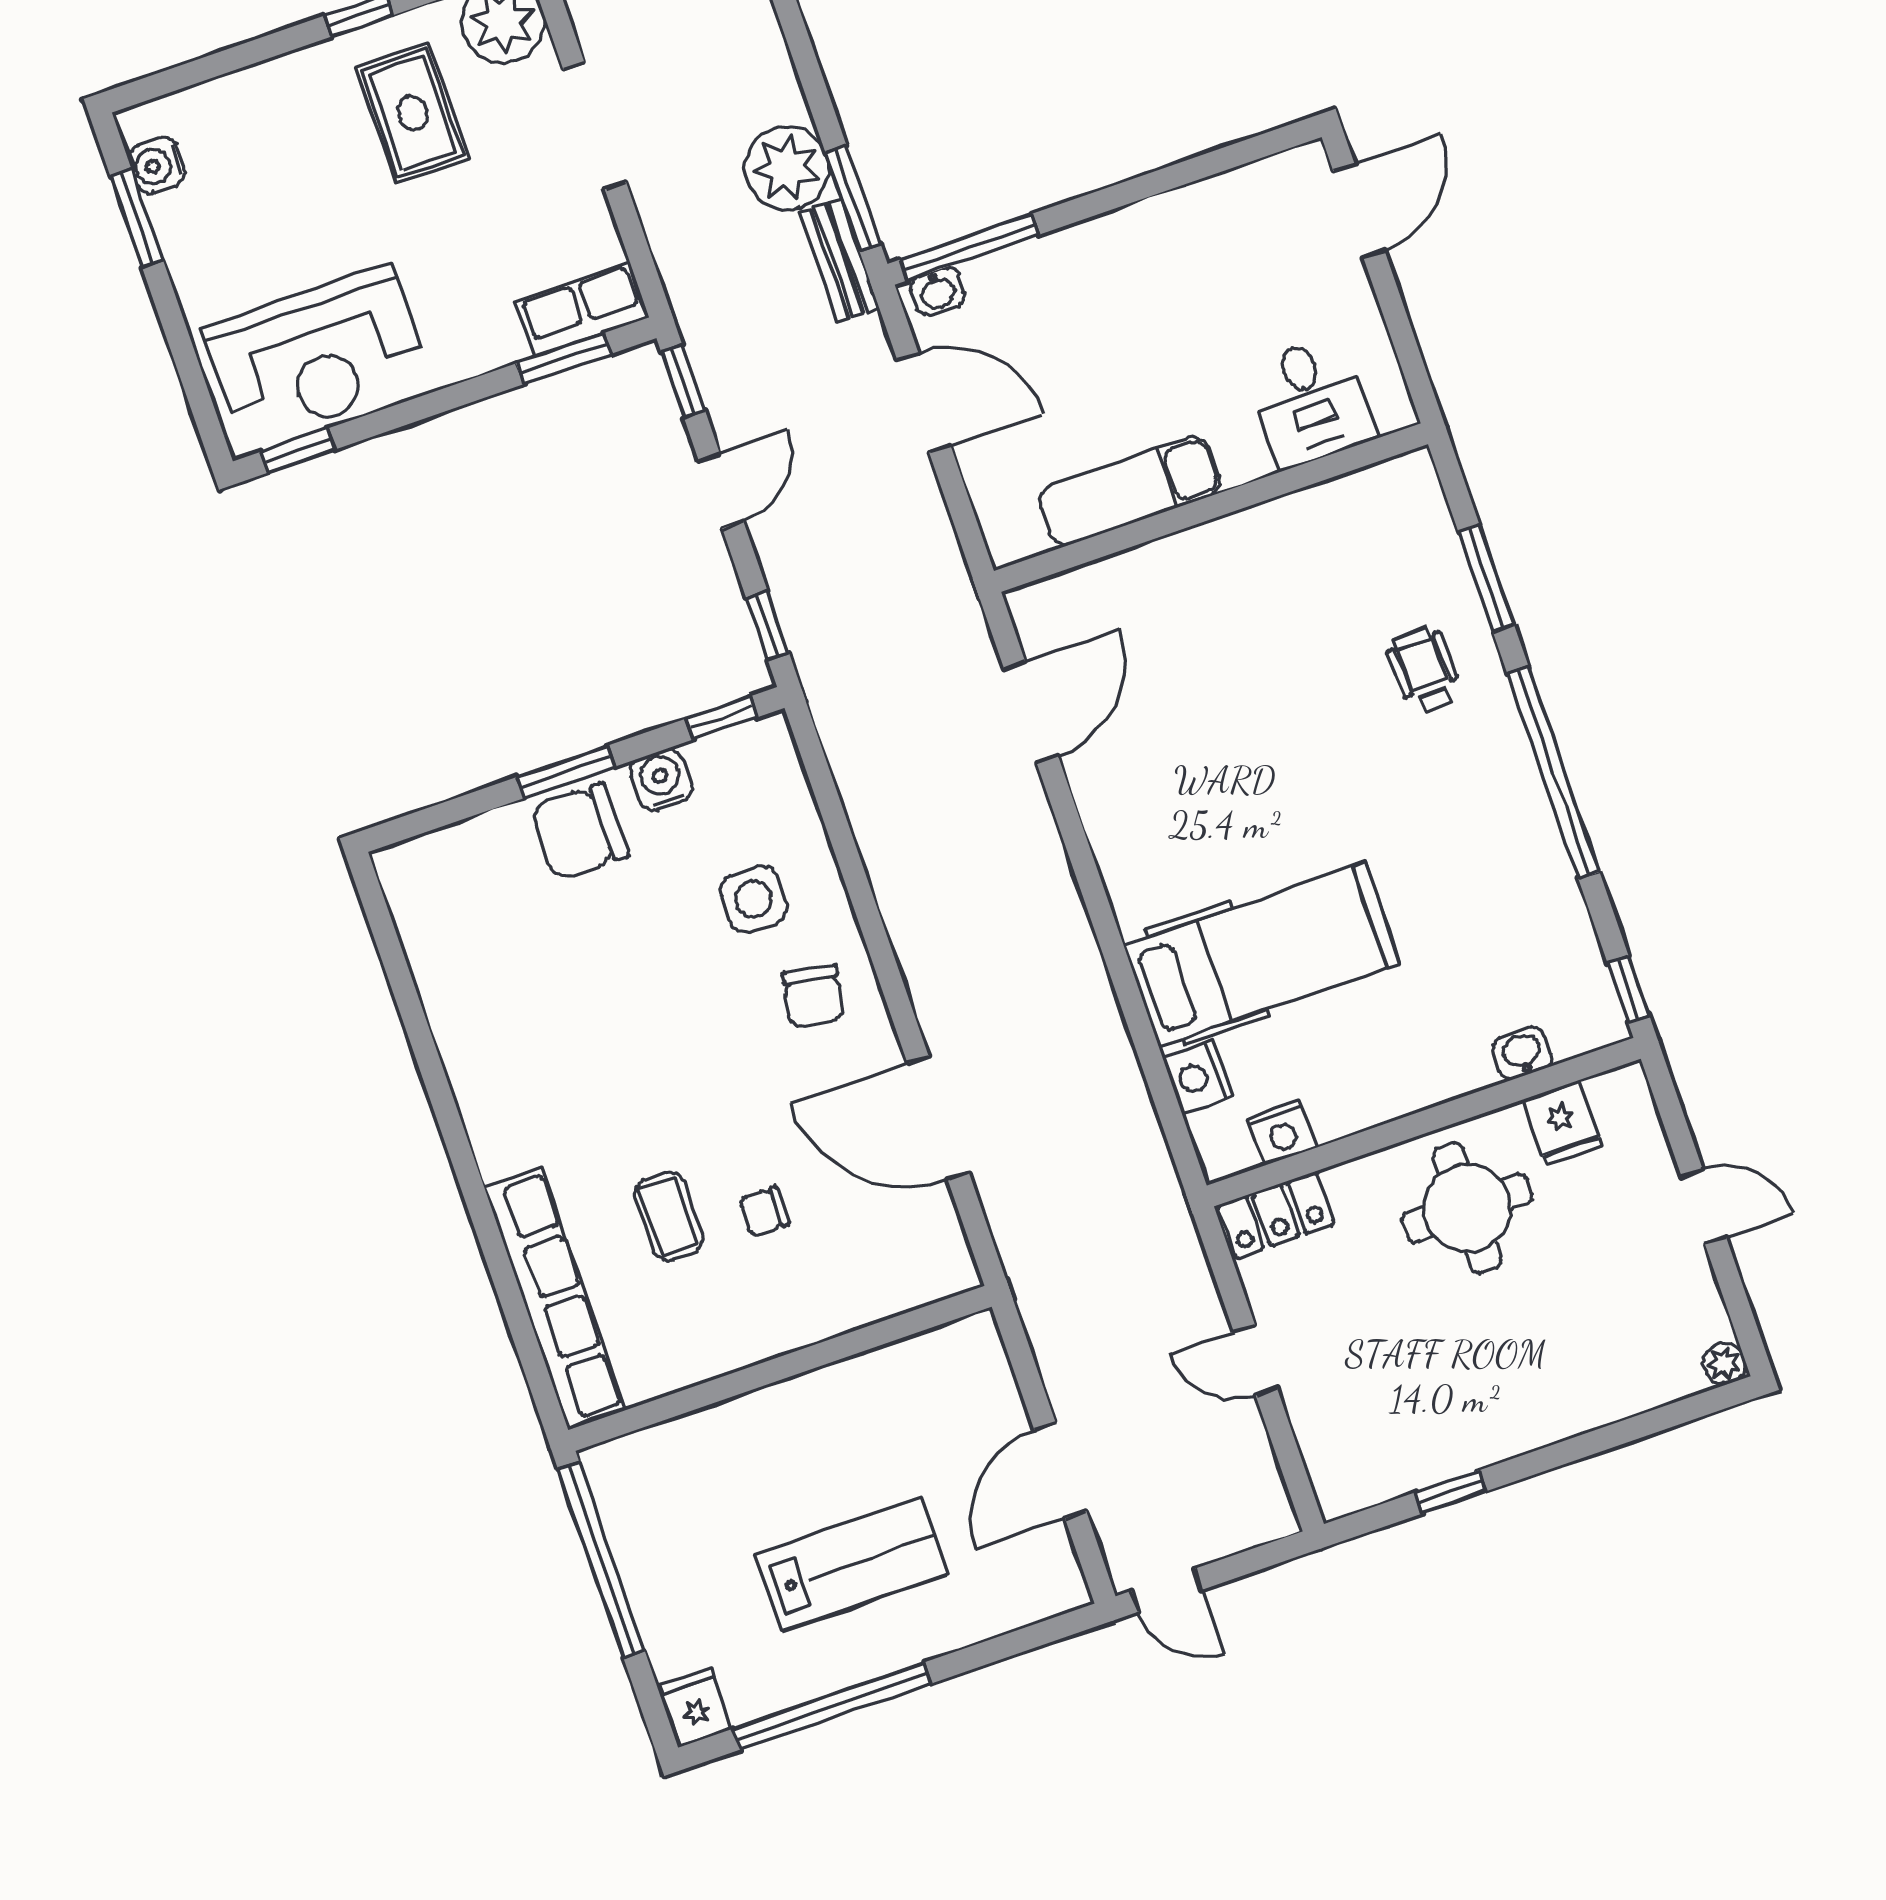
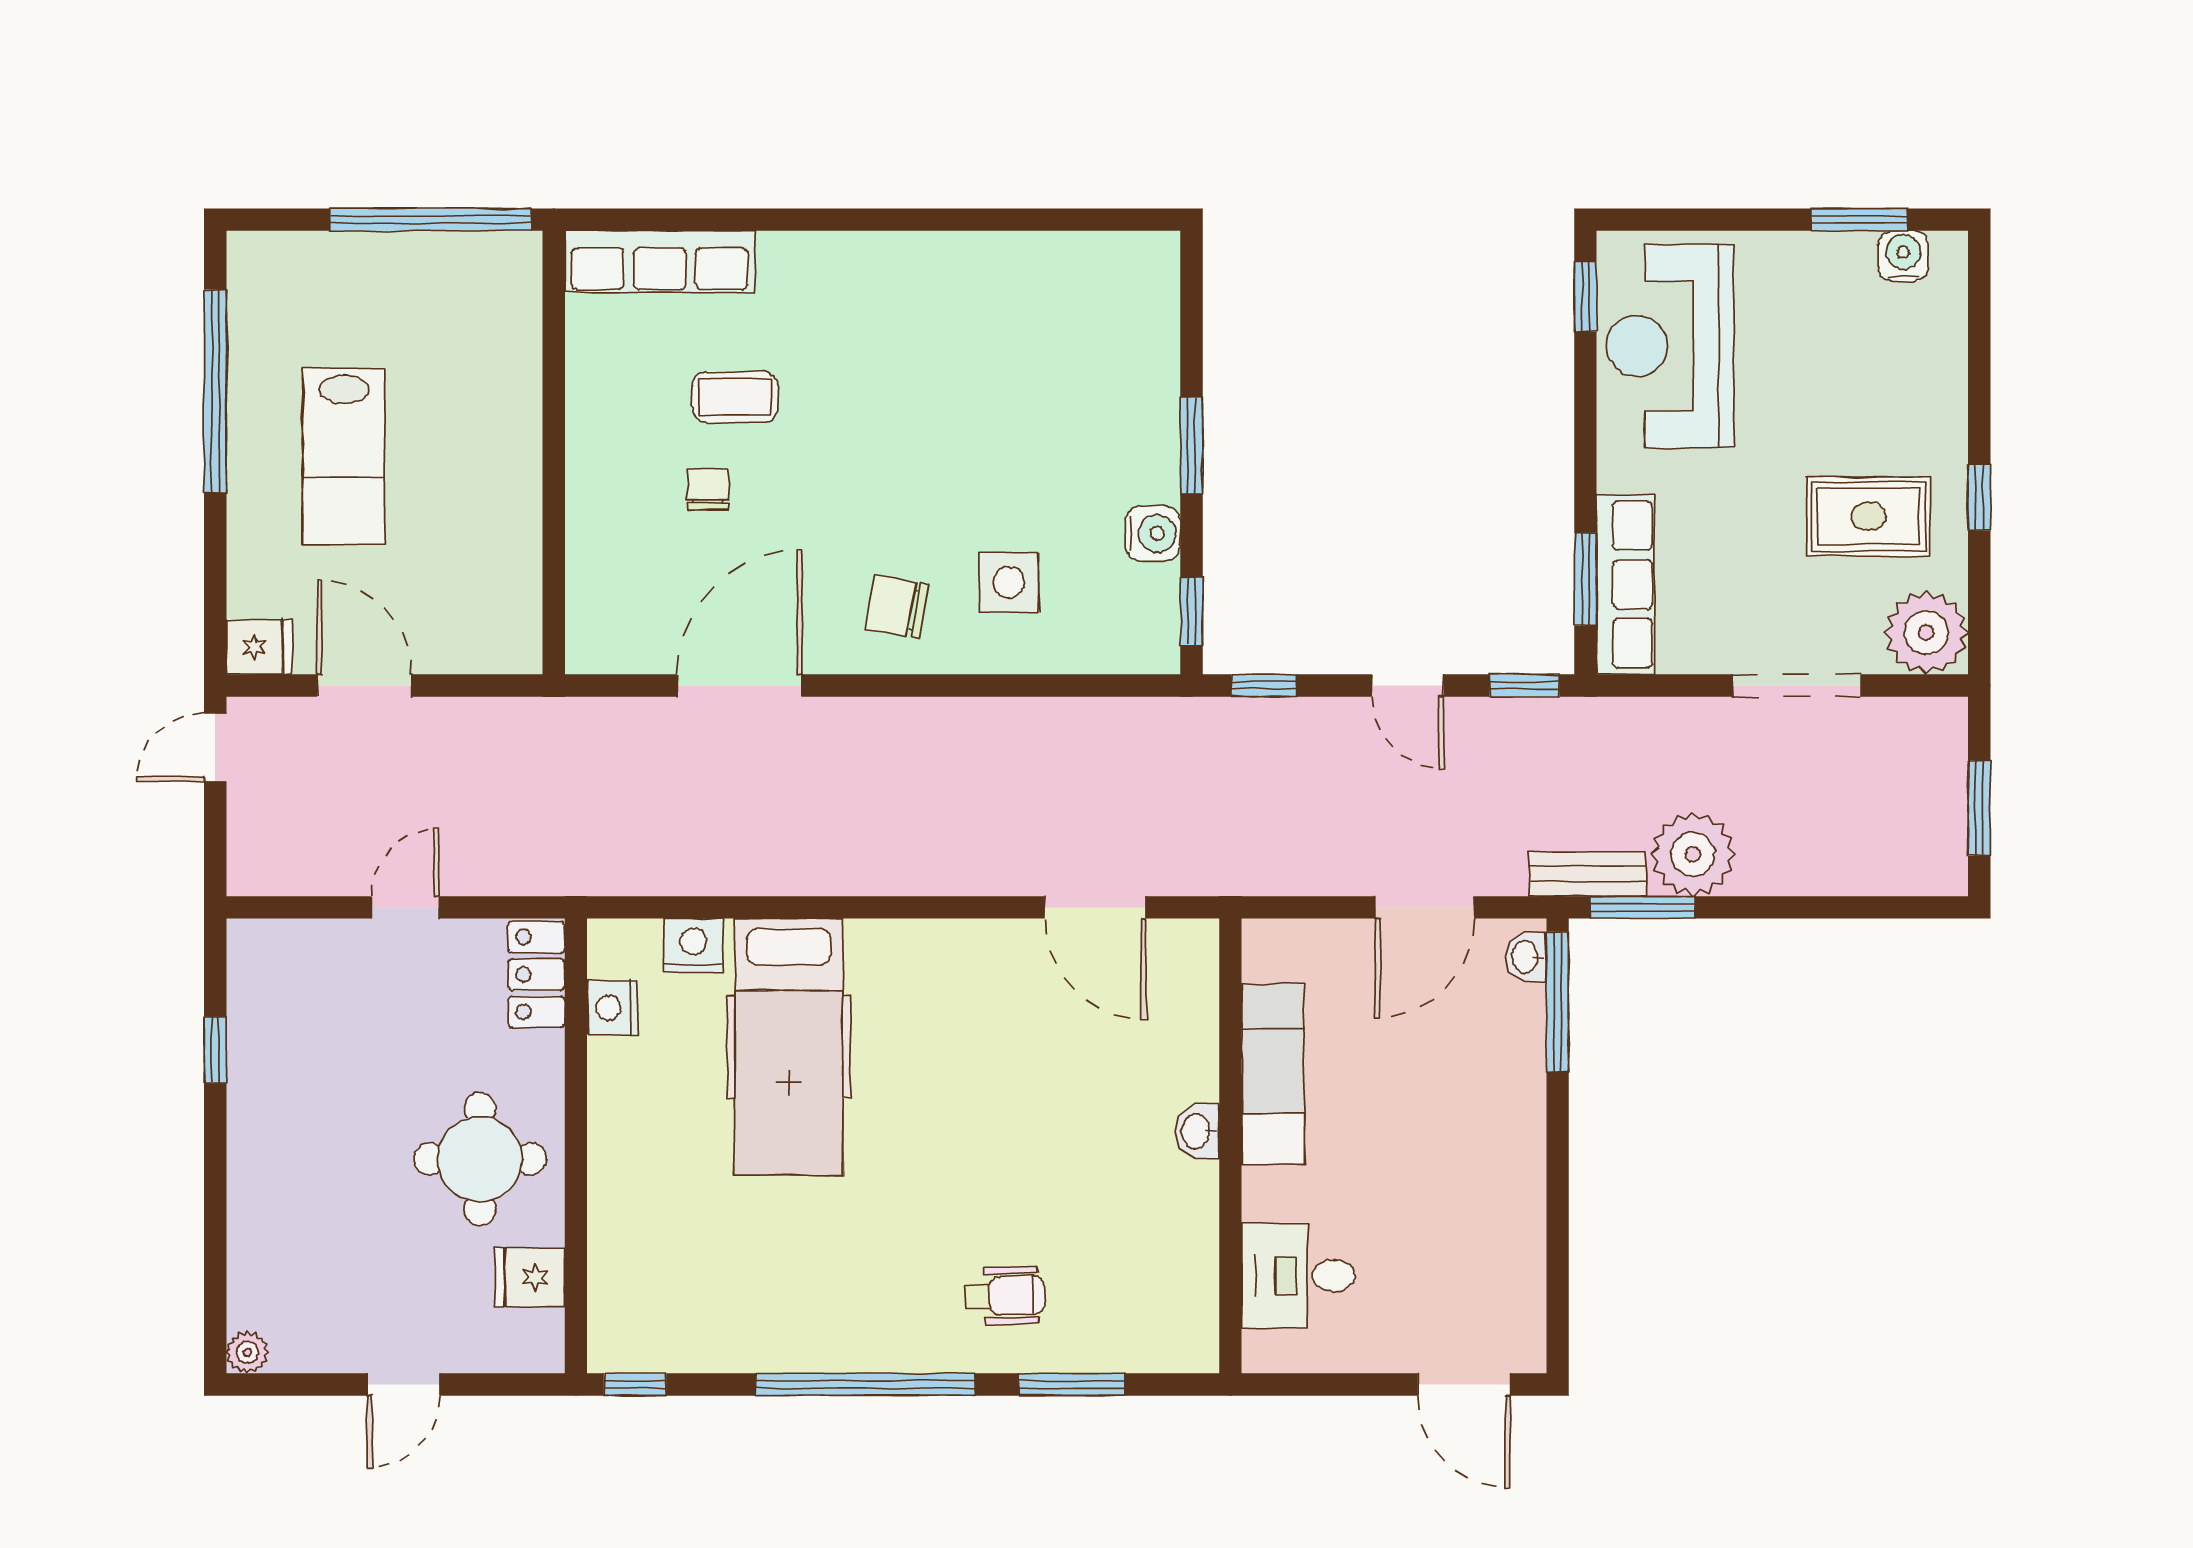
row of seats: (583, 310) -> (1626, 584), width x1.48
chair: (579, 832) -> (1130, 439), removed
washbasin: (1522, 1053) -> (1197, 1131), moved, turned 180
row of seats: (555, 1299) -> (660, 261), width x0.73
fridge: (695, 1707) -> (259, 647), moved

